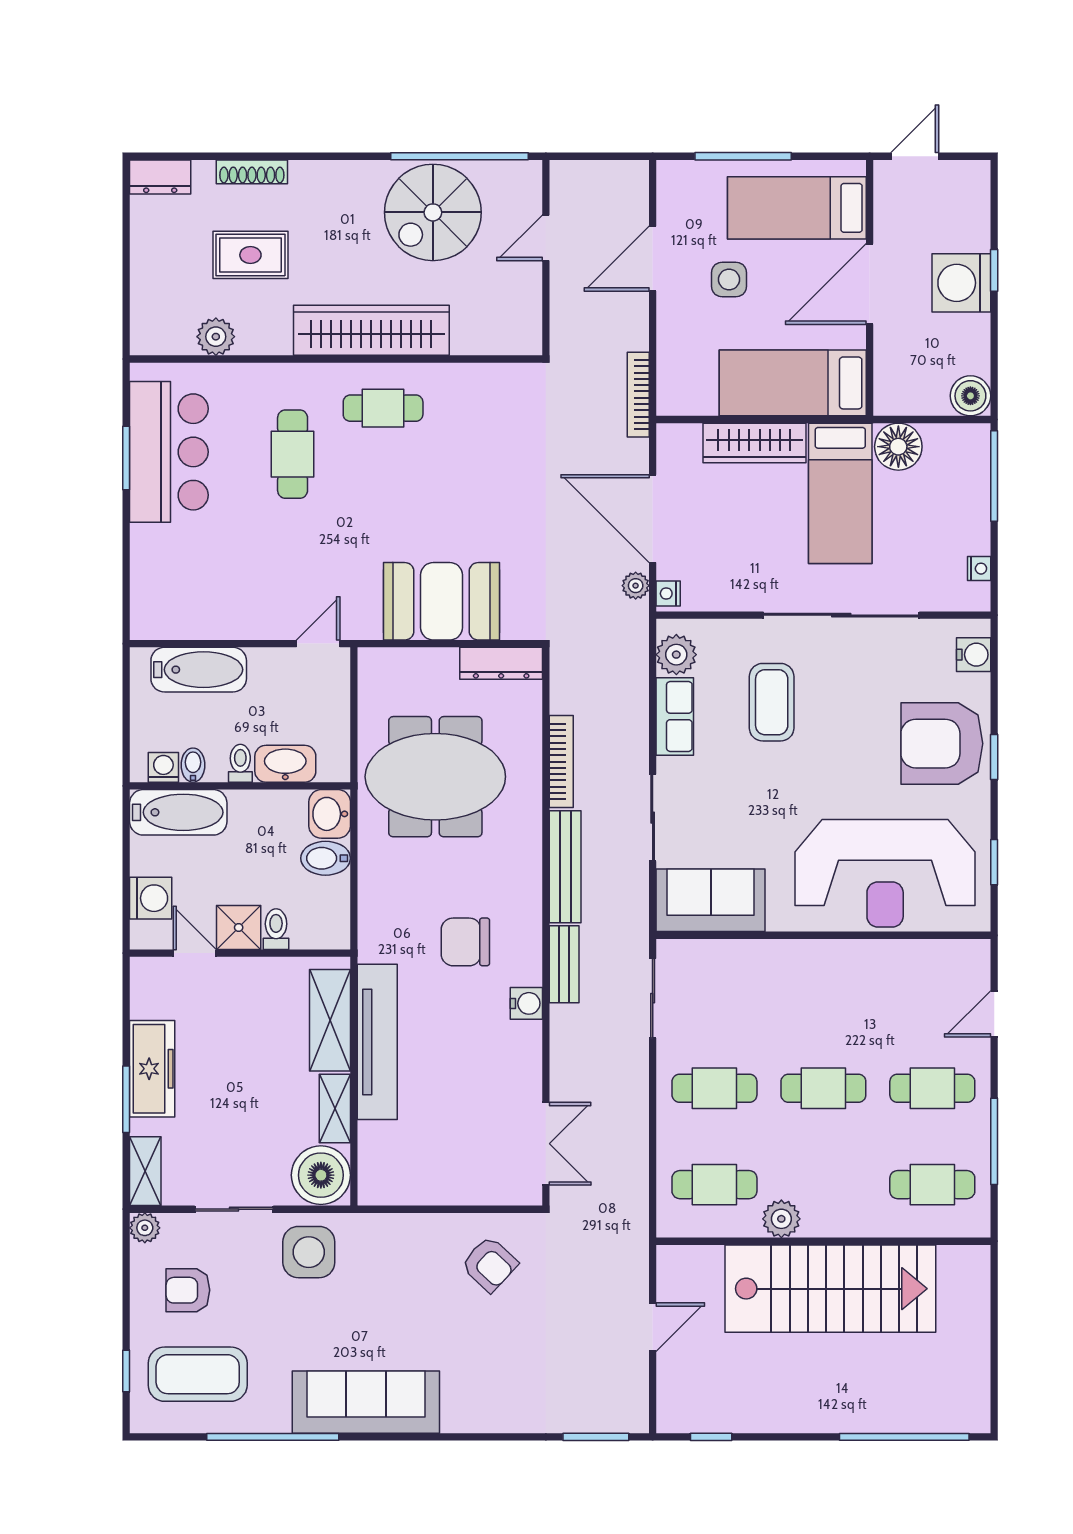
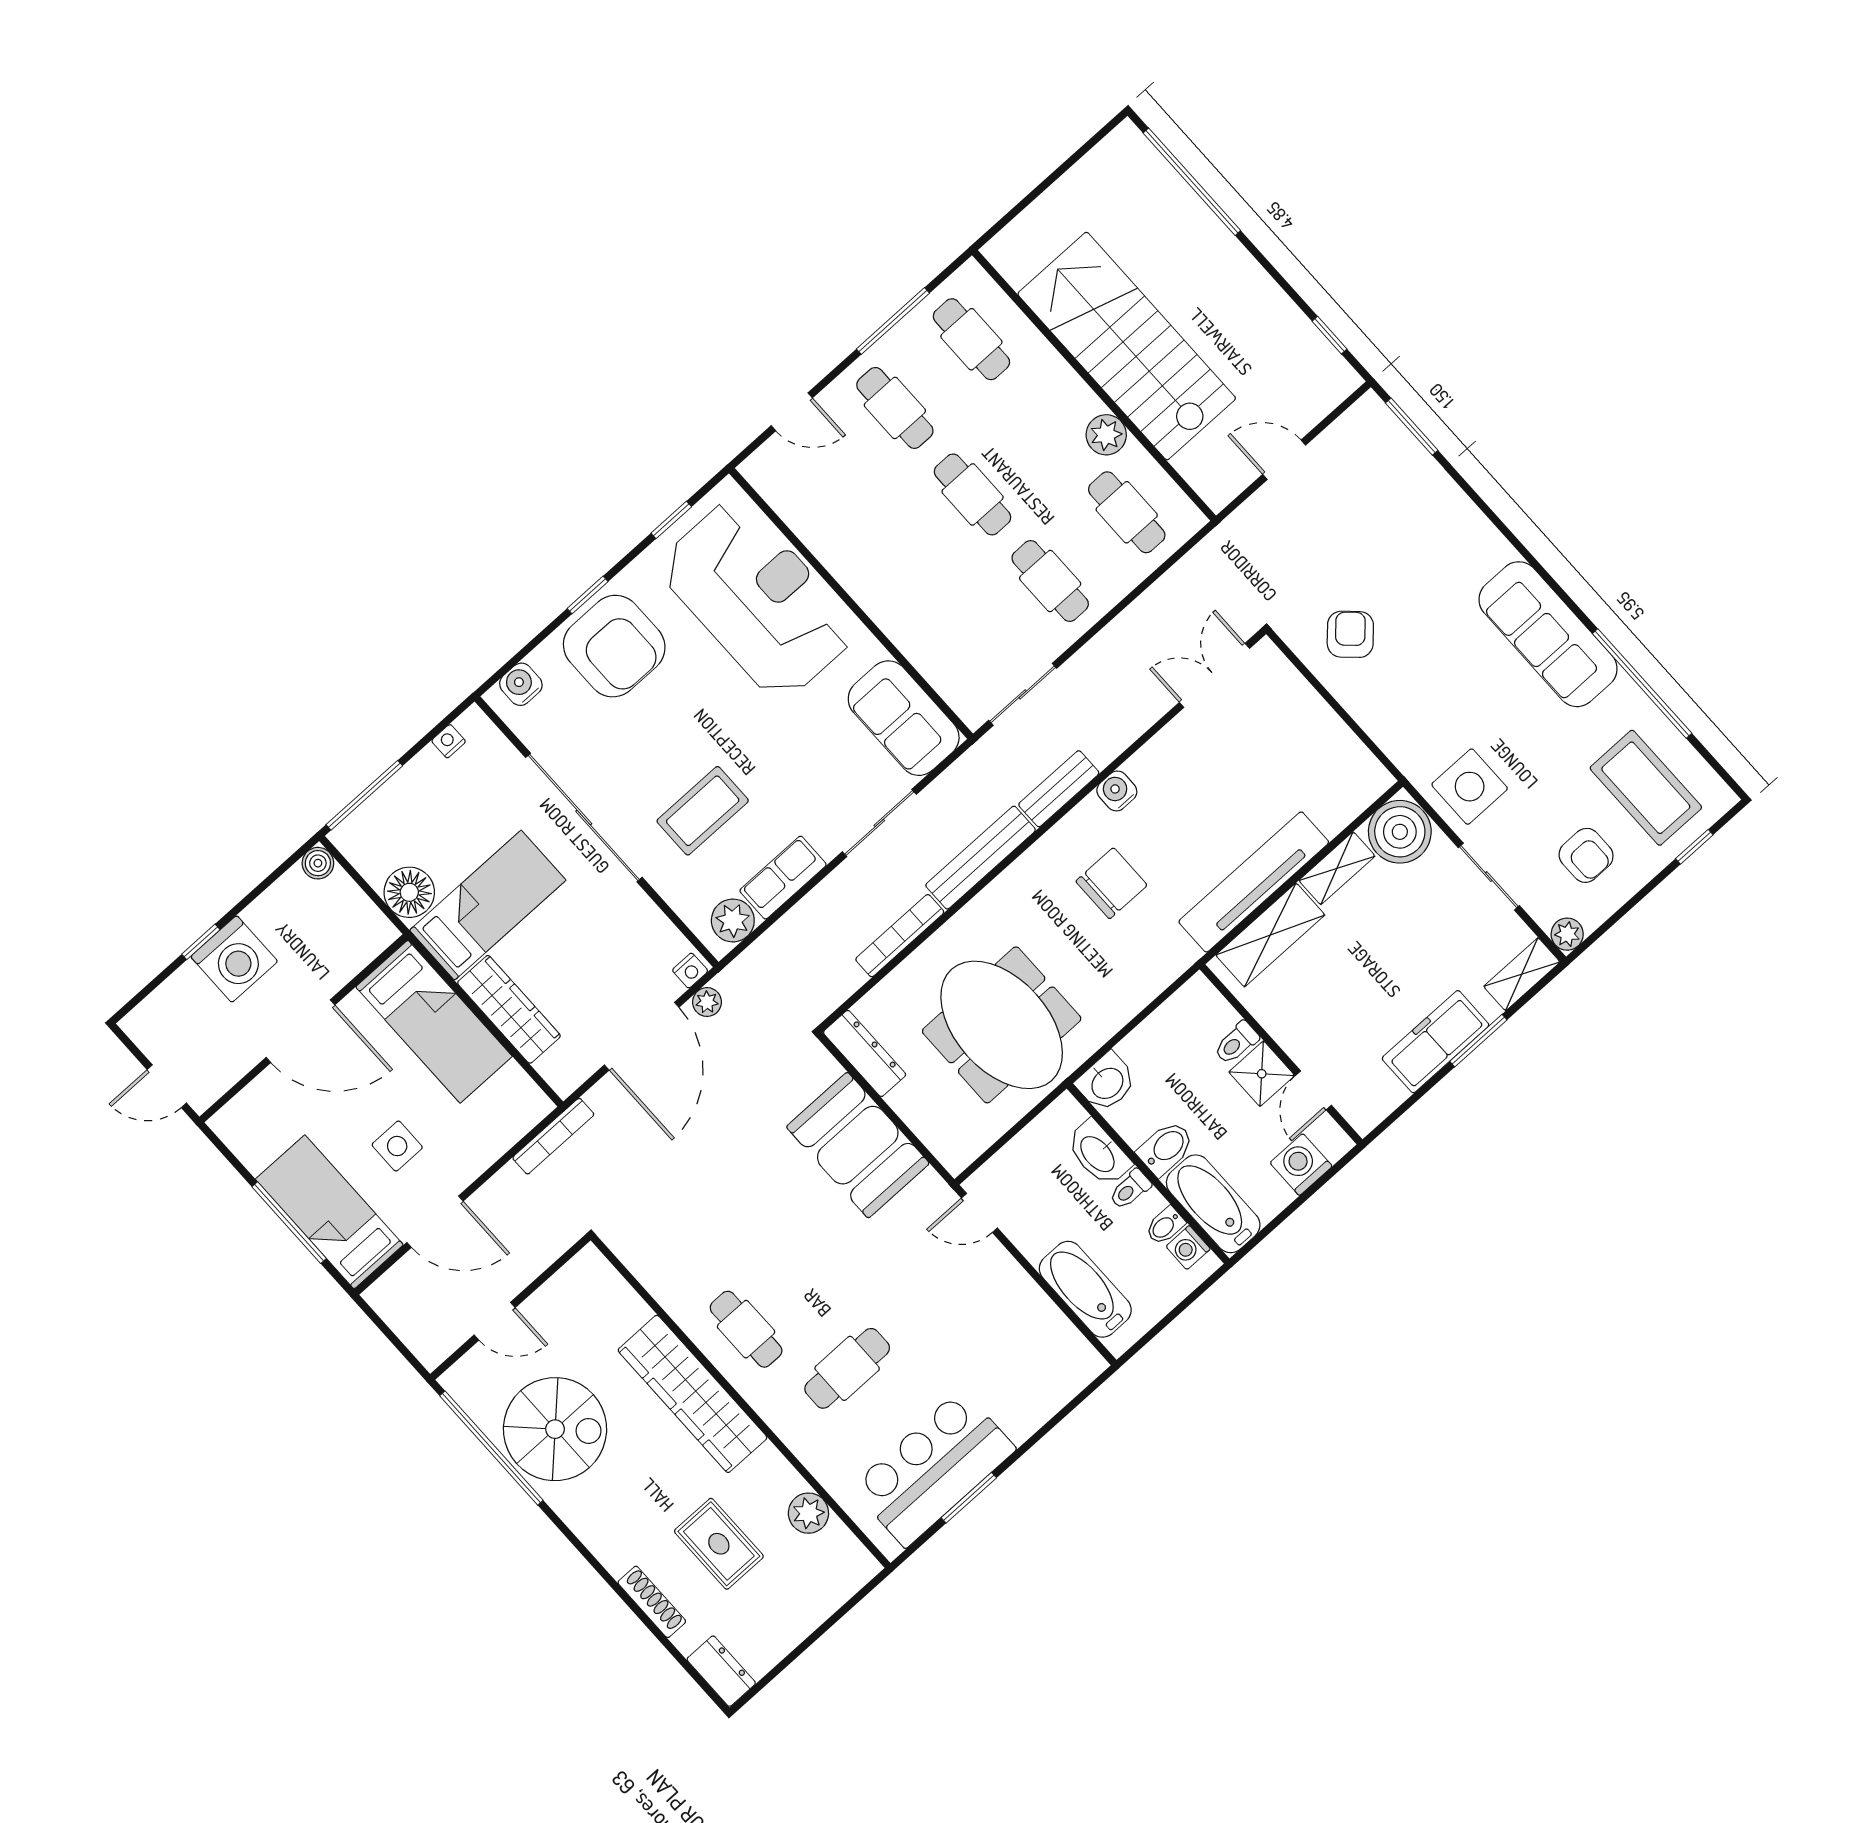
bed: (797, 208) -> (329, 1212), moved, turned 180
boiler: (970, 396) -> (318, 863), width x0.73, depth x0.73
bidet: (326, 858) -> (1166, 1148), moved, turned -90
chair: (465, 942) -> (1111, 883), turned -90

